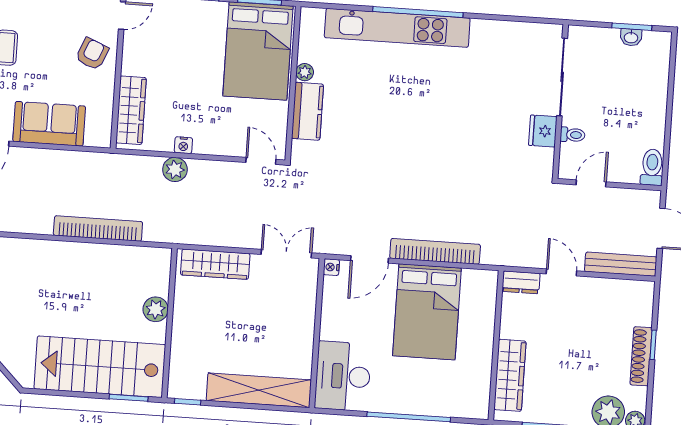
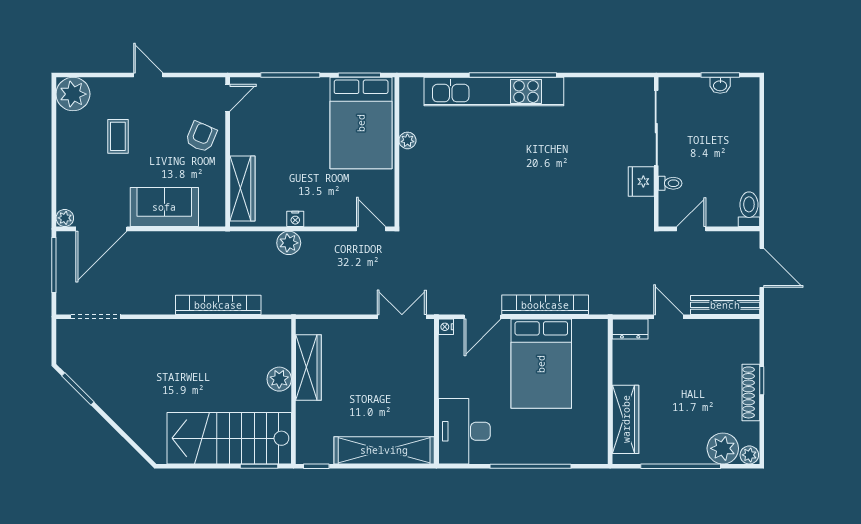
kitchen counter: (307, 111) -> (413, 178), removed
wardrobe: (215, 264) -> (308, 367), moved, turned -90

